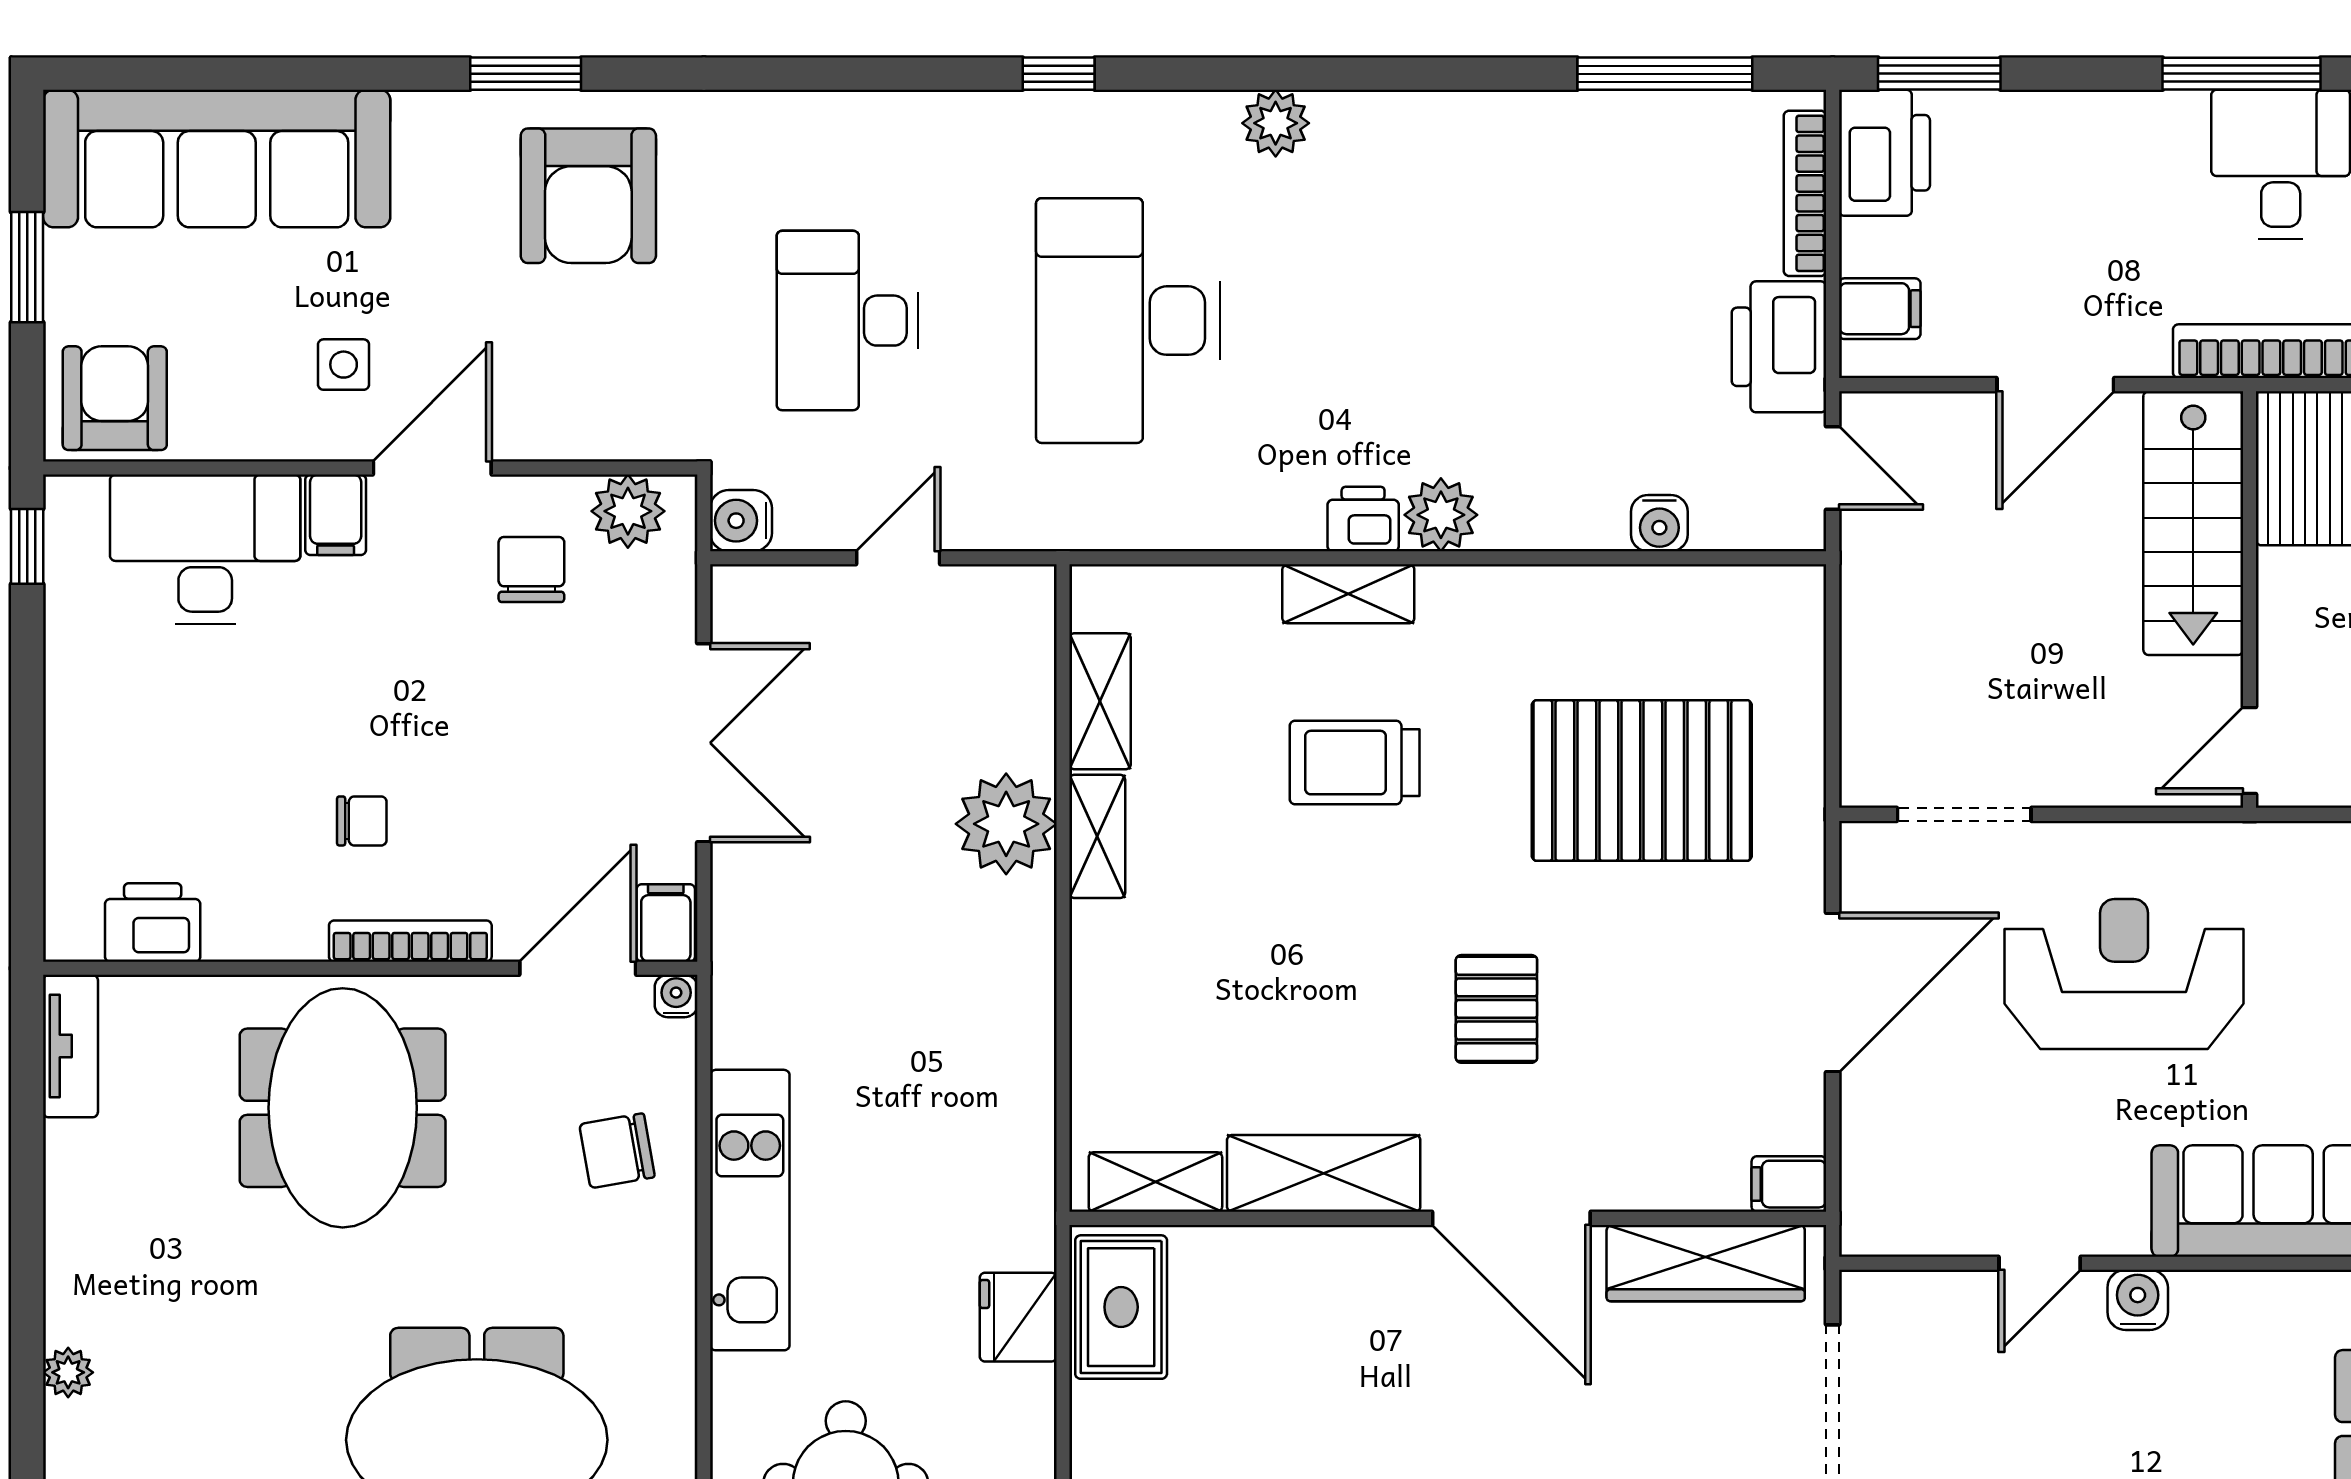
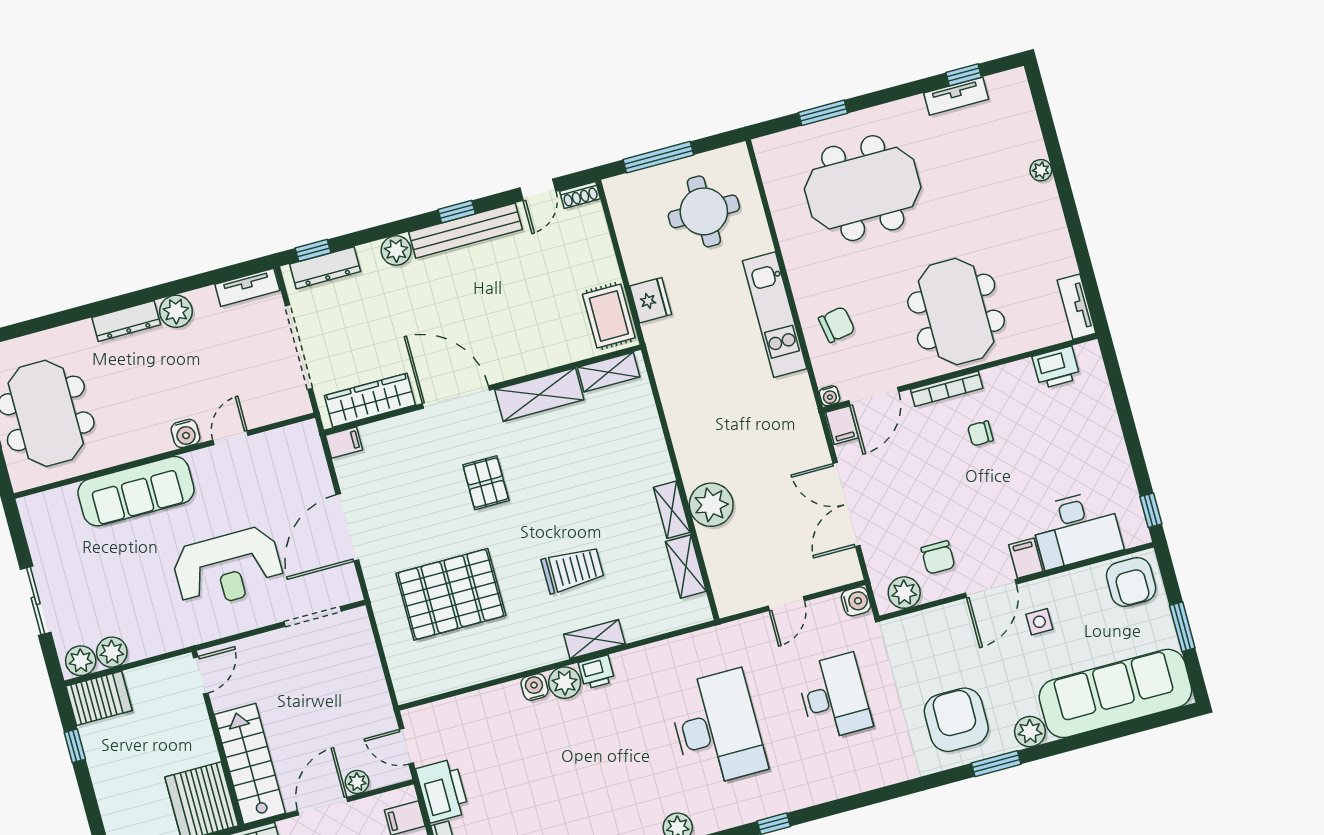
plant: (431, 125) -> (1030, 732), added
plant: (1964, 418) -> (357, 782), added
water cooler: (1659, 523) -> (534, 687), moved

